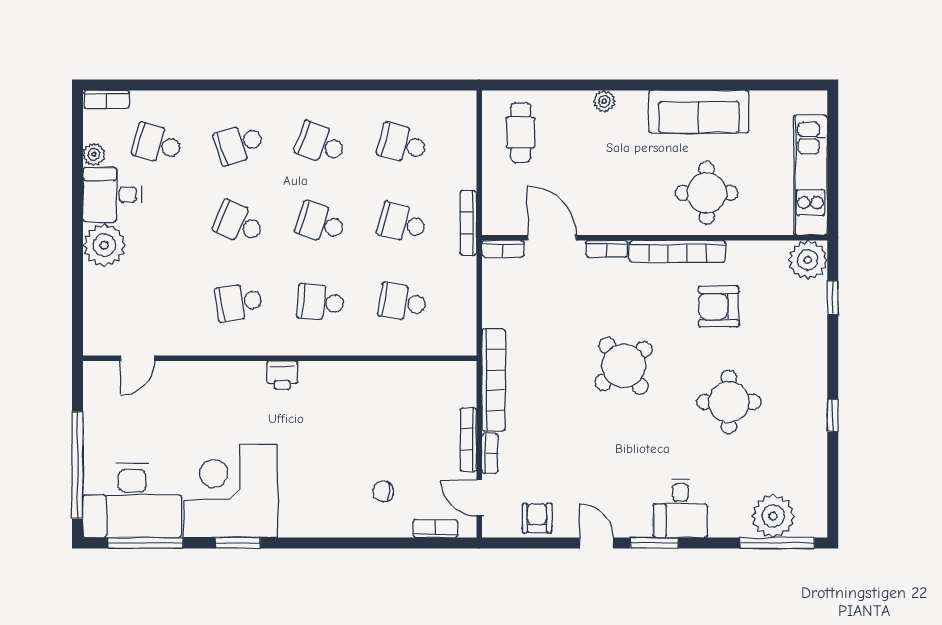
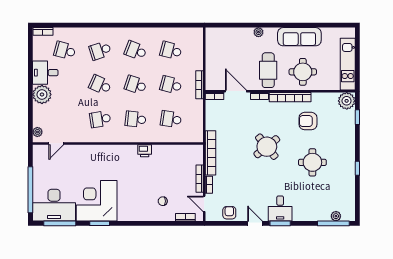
cafe table: (521, 132) -> (268, 70), moved, width x1.37, depth x1.35
plant: (94, 154) -> (37, 132), moved
printer: (282, 375) -> (145, 151), moved
desk: (680, 508) -> (280, 208), moved
plant: (773, 516) -> (336, 216), width x0.53, depth x0.53

